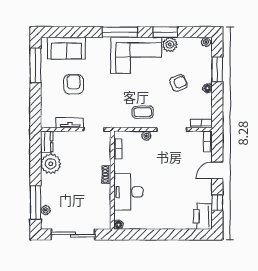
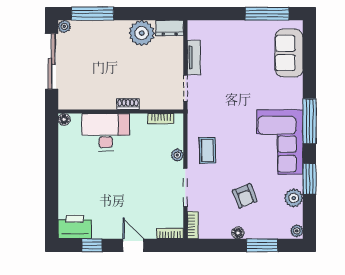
plant: (170, 44) -> (294, 198), moved
armchair: (74, 84) -> (243, 62), removed
plant: (45, 210) -> (64, 26), moved

